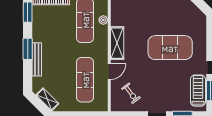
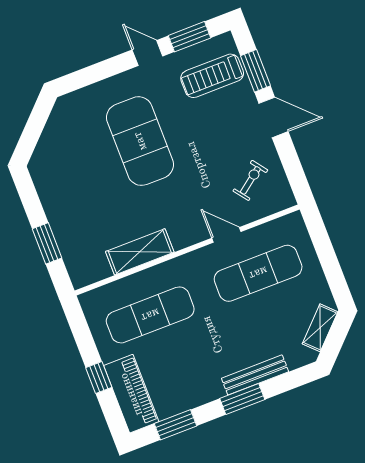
plant: (103, 20) -> (137, 282), removed
shelving: (117, 43) -> (140, 252), moved
treadmill: (198, 91) -> (212, 76), moved

